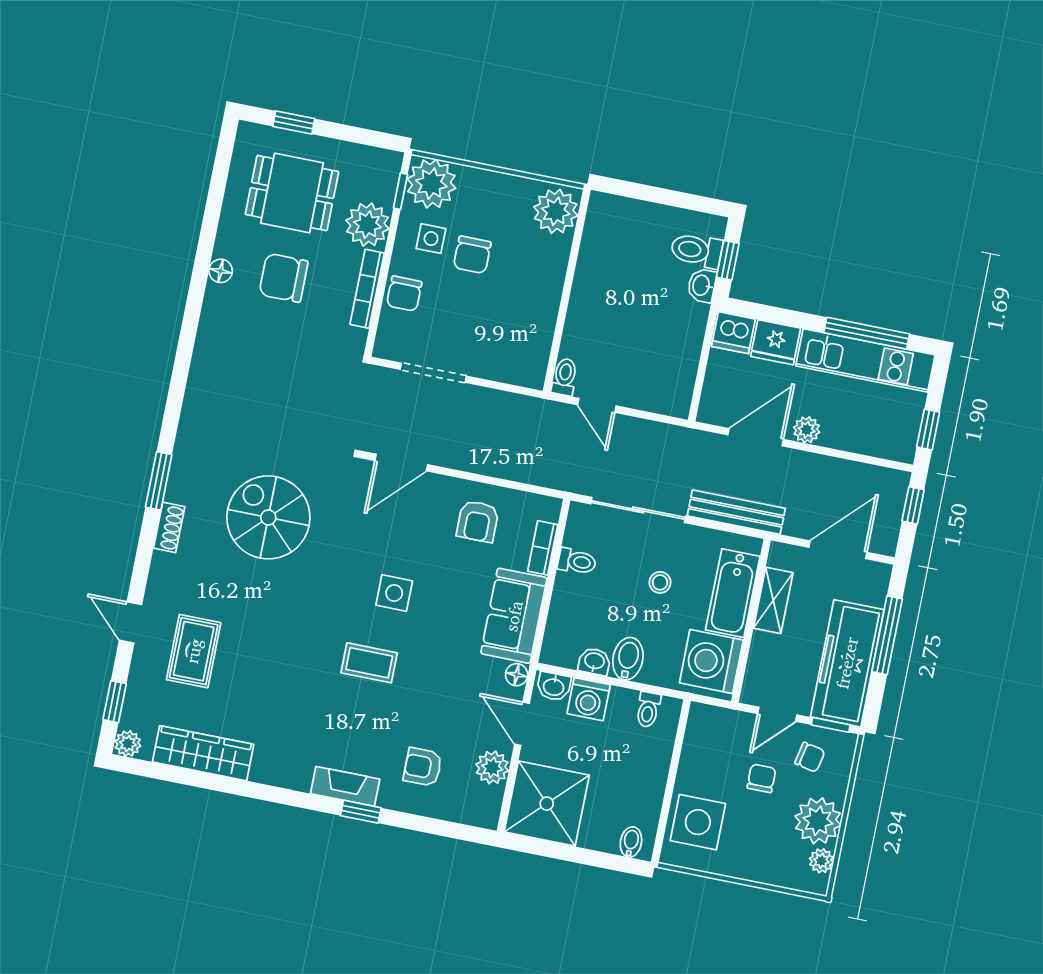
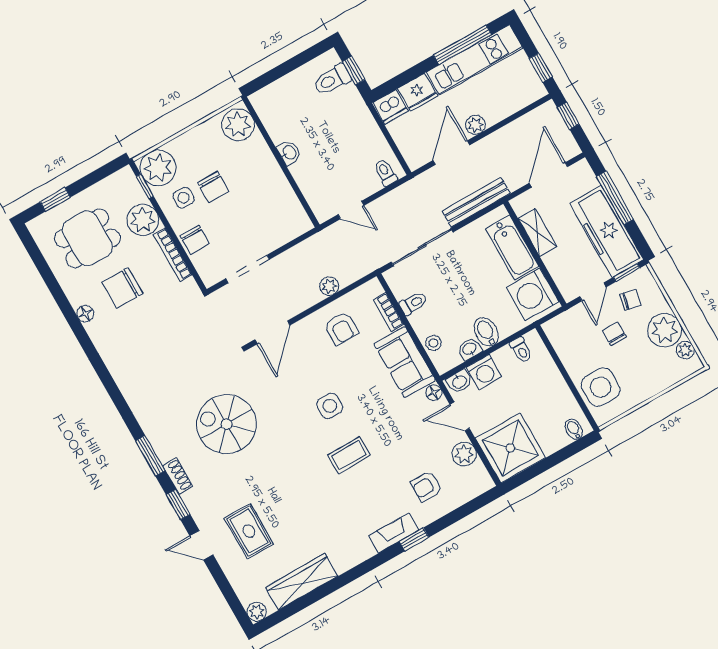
washbasin: (702, 285) -> (289, 153), moved, turned 180
toilet: (565, 377) -> (385, 172), moved
plant: (504, 466) -> (329, 286), added
stool: (660, 582) -> (433, 343), moved
window: (115, 702) -> (178, 504), moved

